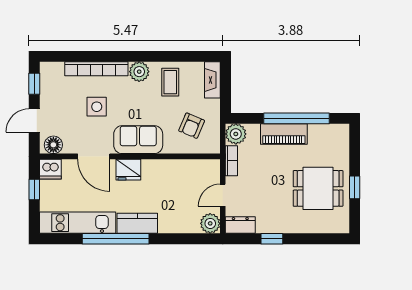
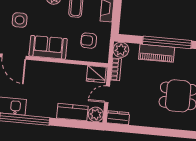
armchair: (192, 126) -> (89, 41), turned 67
fridge: (128, 170) -> (96, 74), moved
kitchen counter: (137, 223) -> (72, 112), moved
window: (272, 239) -> (141, 130), removed

